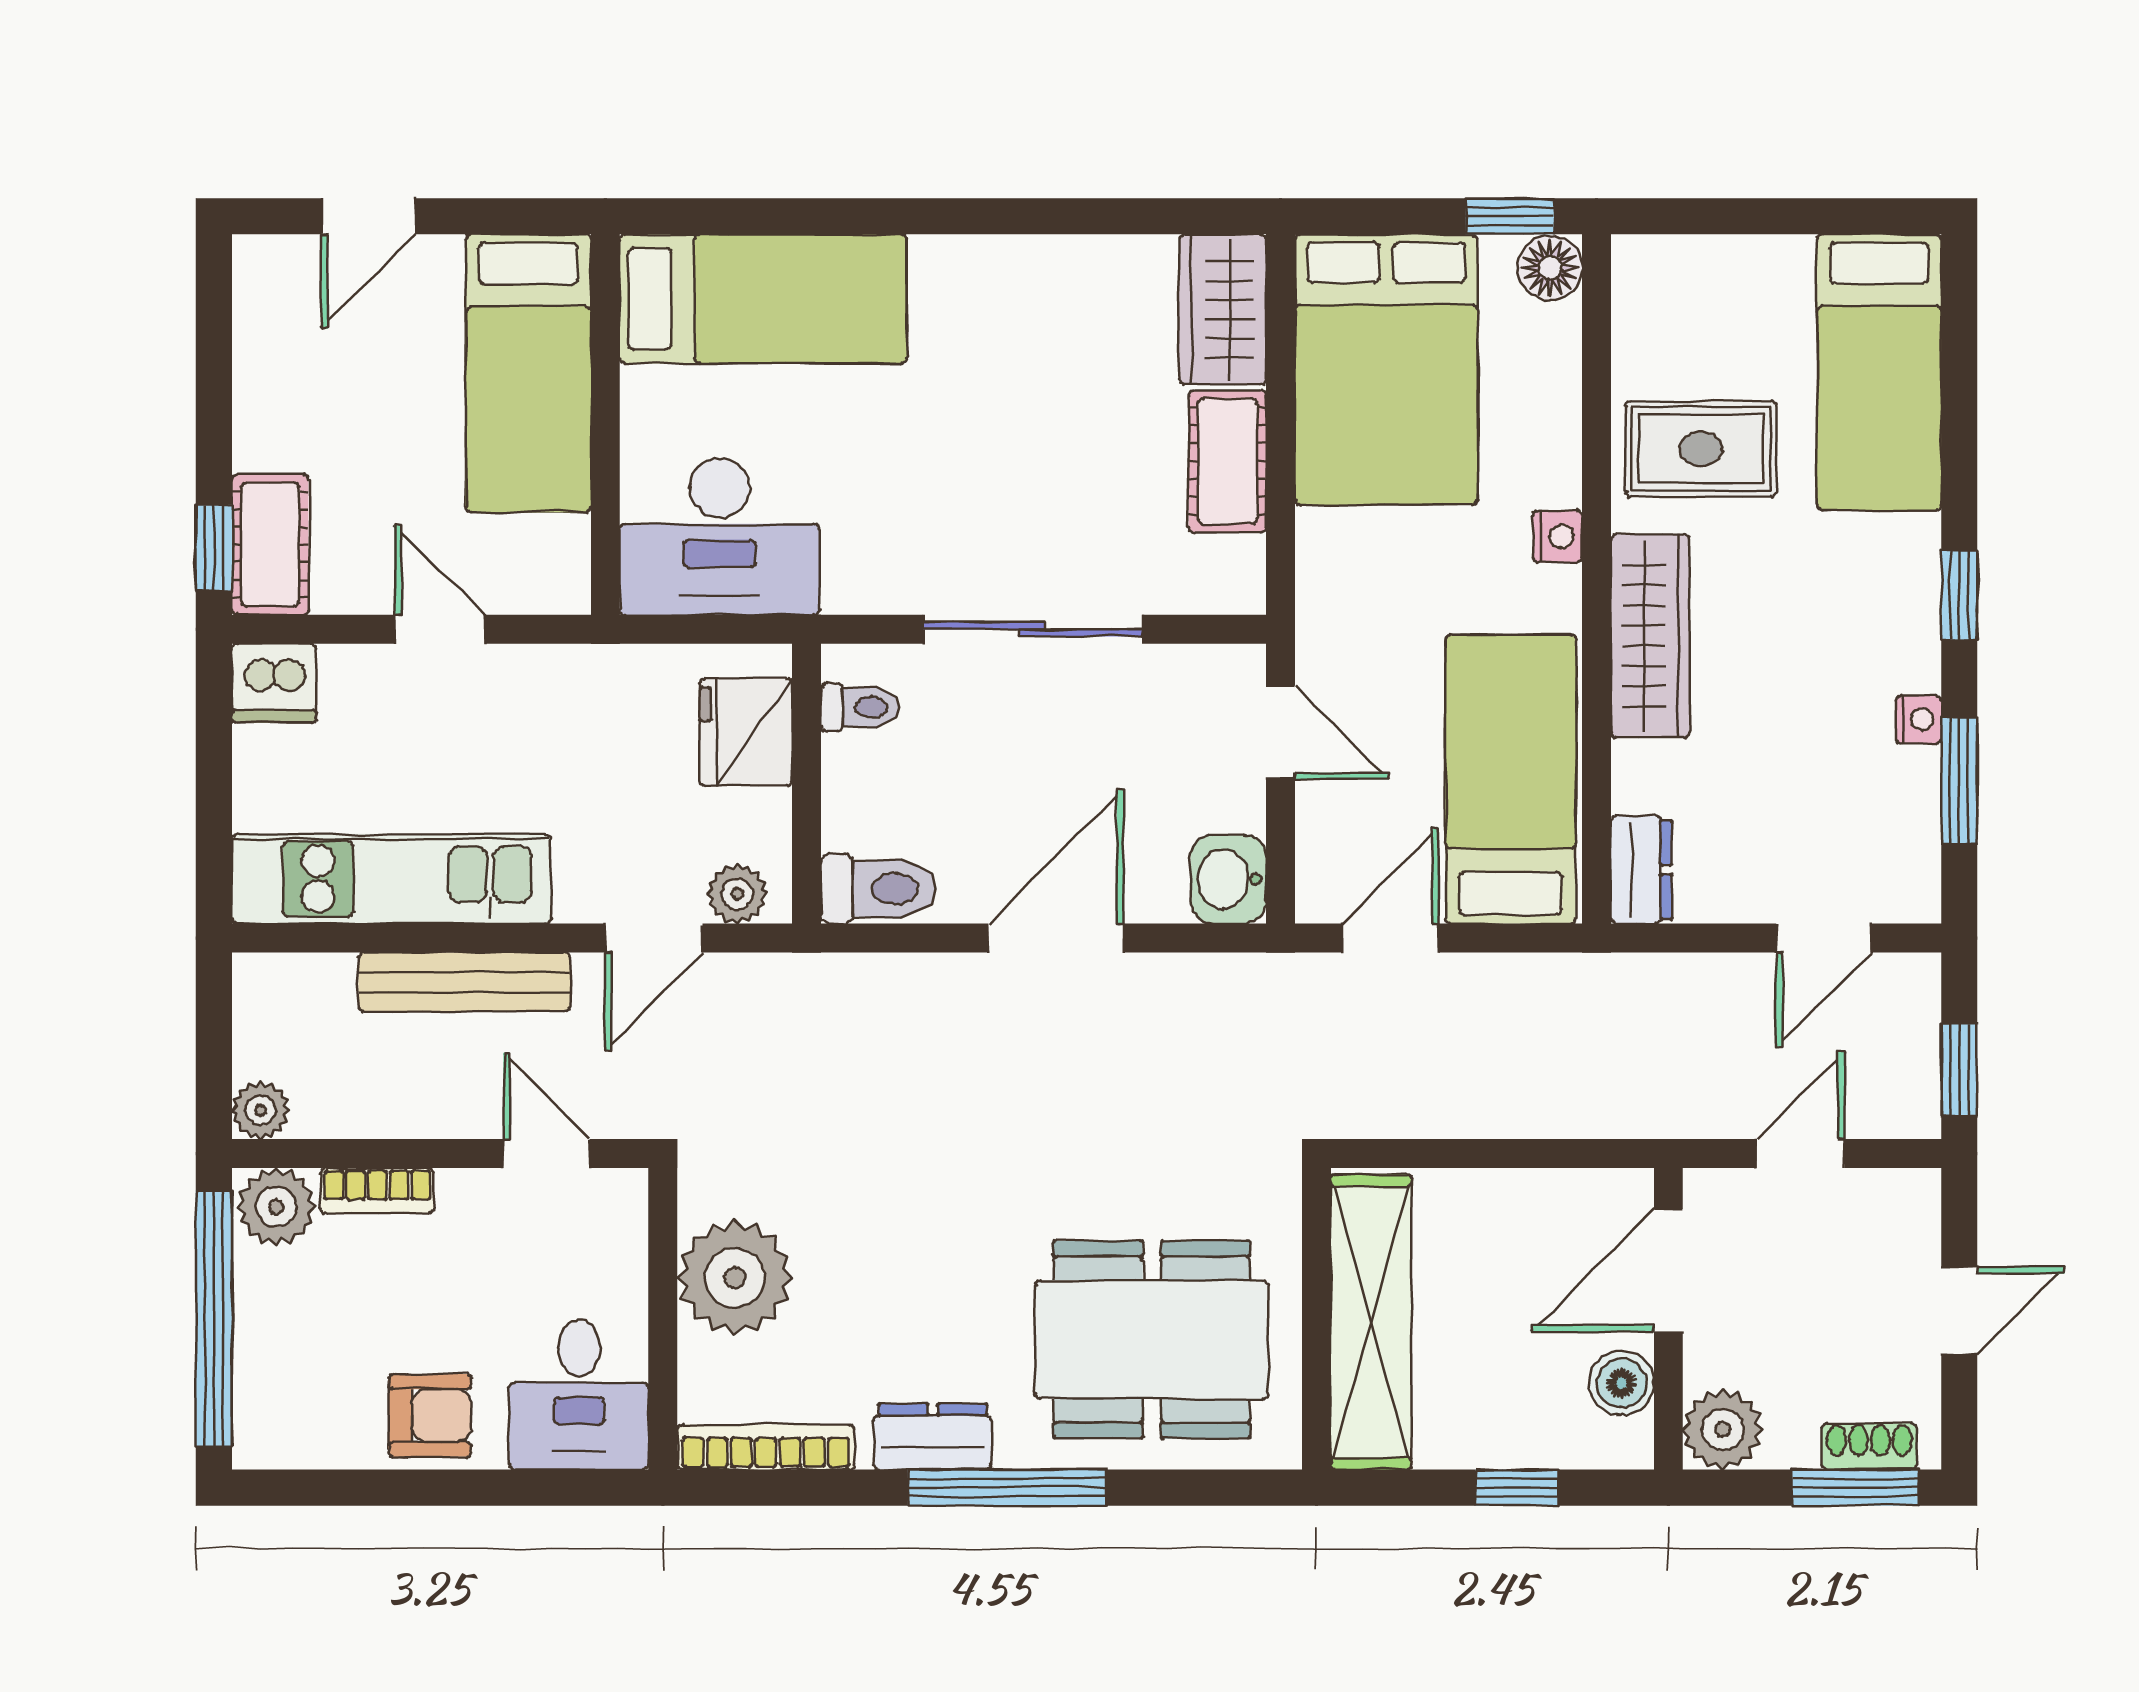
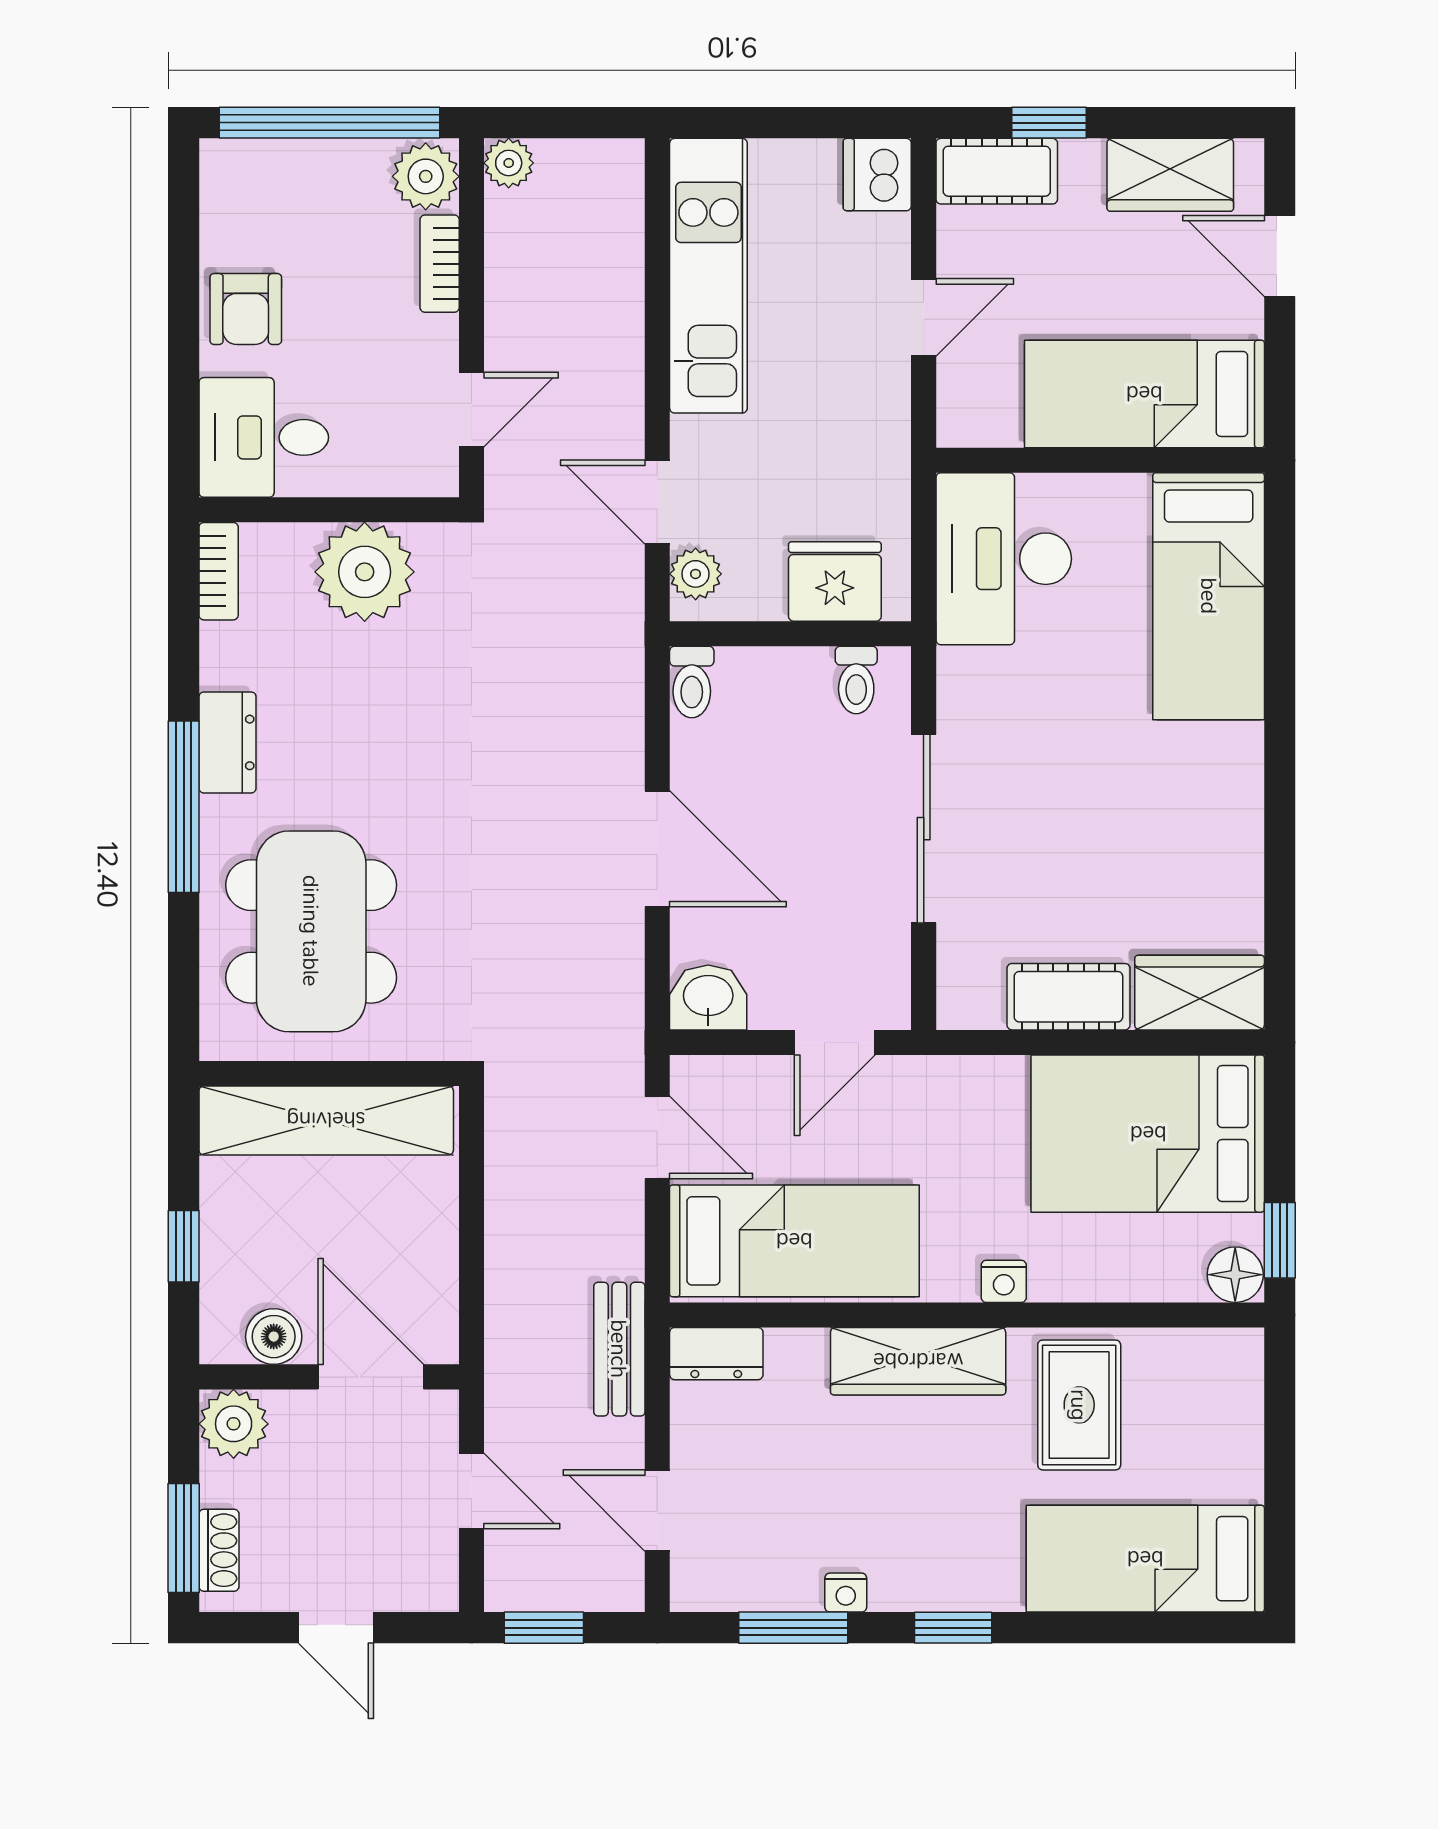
wardrobe: (274, 343) -> (1170, 175), added
window: (214, 548) -> (1049, 123), moved
toilet: (879, 889) -> (692, 682), width x0.73, depth x0.72
bench: (464, 982) -> (619, 1349), moved, width x0.73
bookcase: (766, 1447) -> (219, 571), width x0.64

